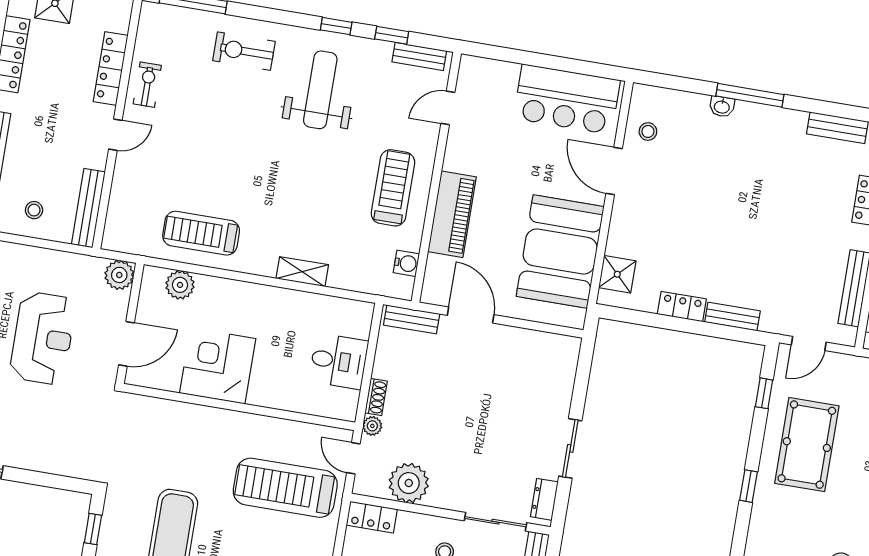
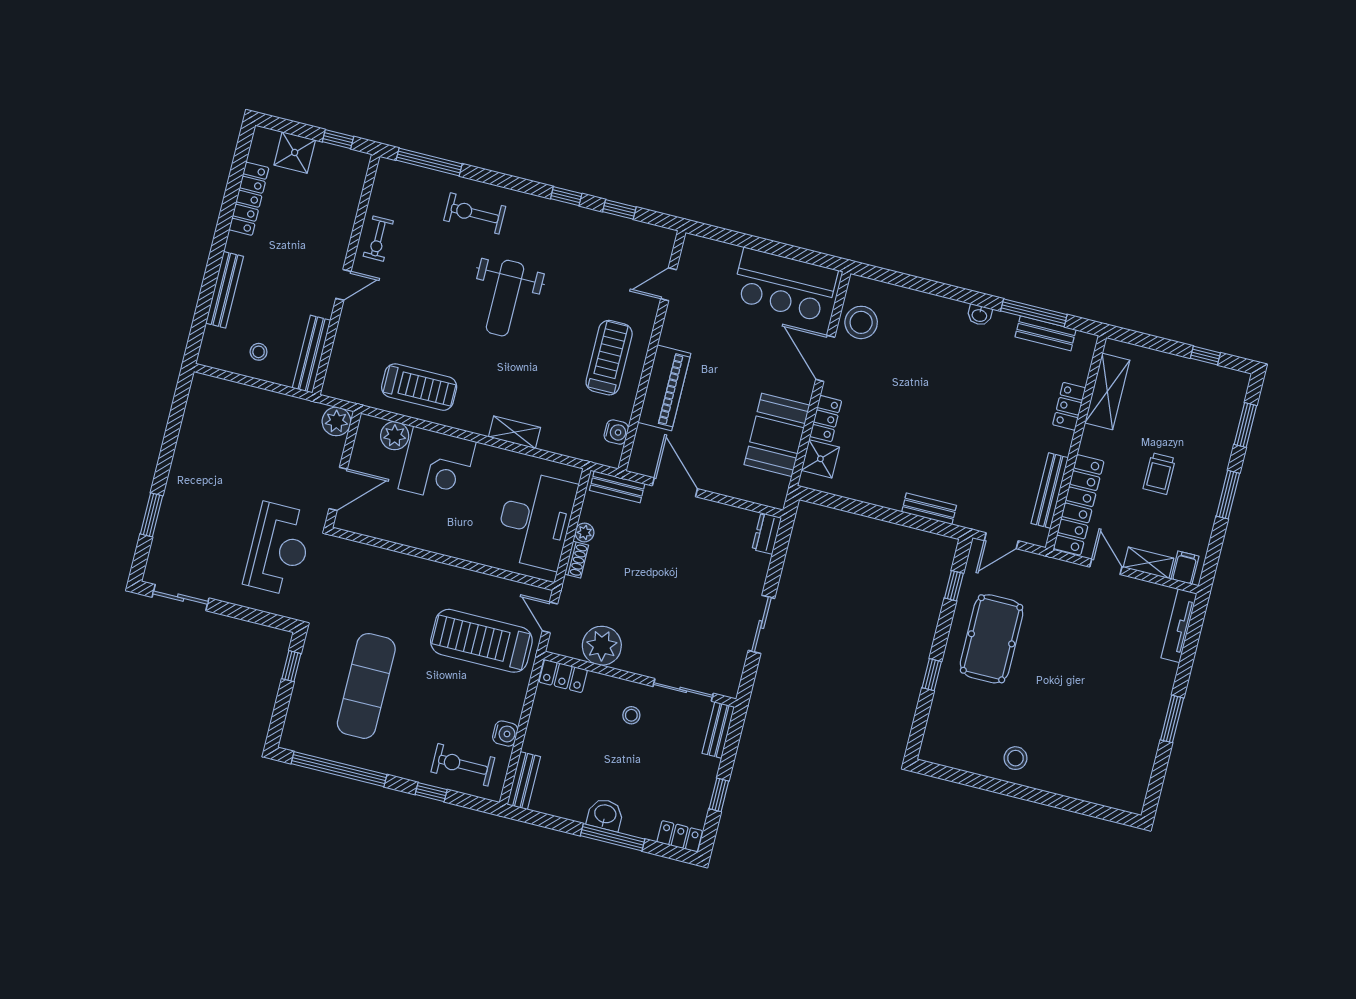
bench: (419, 56) -> (645, 232), removed
locker: (111, 69) -> (344, 220), removed
exercise bike: (147, 85) -> (378, 239), turned 180
weight bench: (320, 90) -> (505, 298), moved, turned 180
window: (750, 95) -> (1034, 313), moved
washbasin: (722, 107) -> (979, 315), moved
stool: (648, 131) -> (861, 322), width x1.89, depth x1.89
treadmill: (201, 233) -> (419, 387), turned 180
booth: (560, 252) -> (777, 435), width x0.73, depth x0.70
locker: (682, 307) -> (826, 419), moved, turned 90
reception desk: (43, 338) -> (279, 549), moved
desk: (339, 361) -> (535, 520), width x1.87, depth x1.30
corner desk: (218, 366) -> (437, 465), moved, turned 180
plant: (372, 426) -> (584, 532), moved
dresser: (544, 499) -> (767, 534), moved

